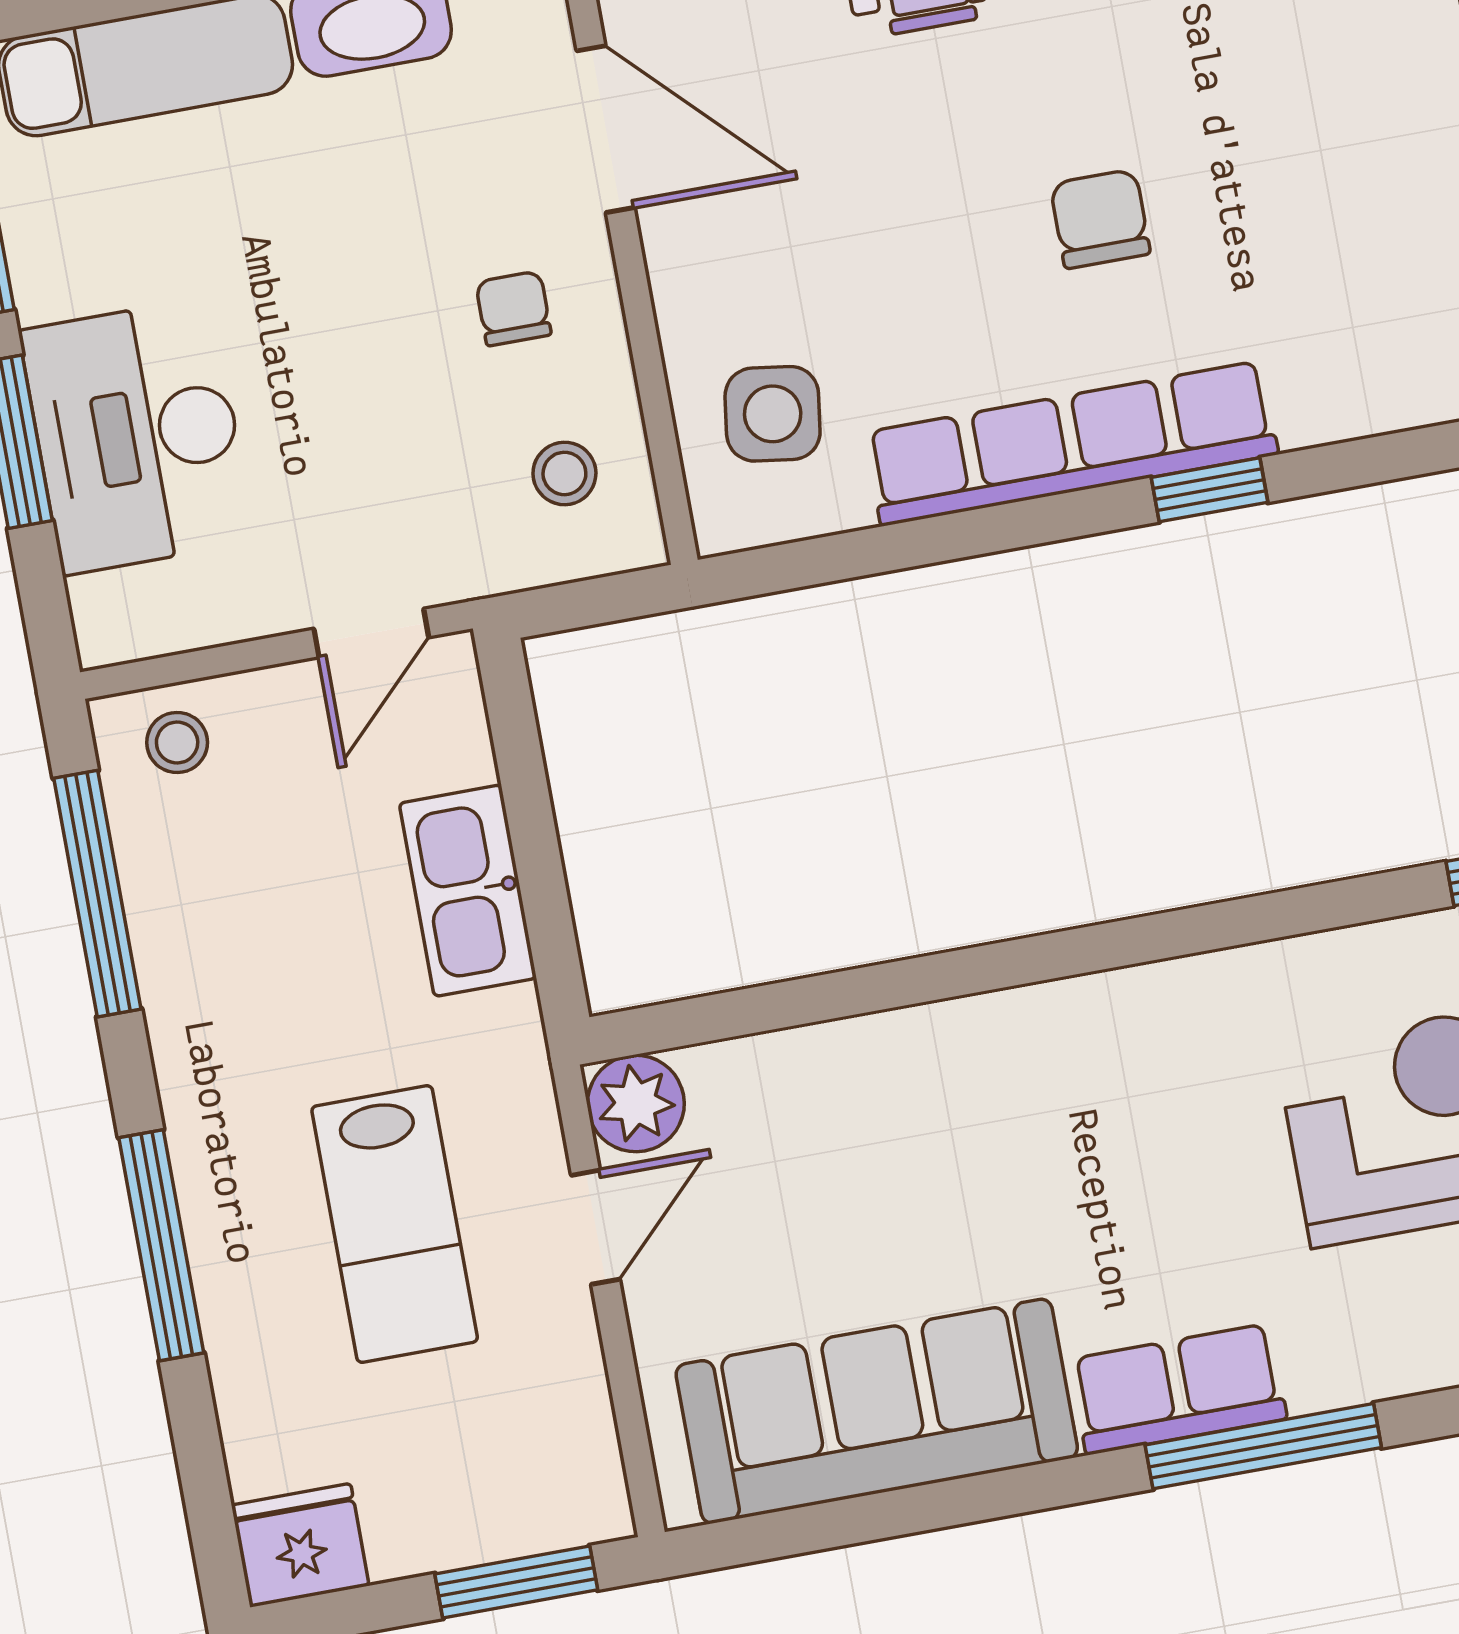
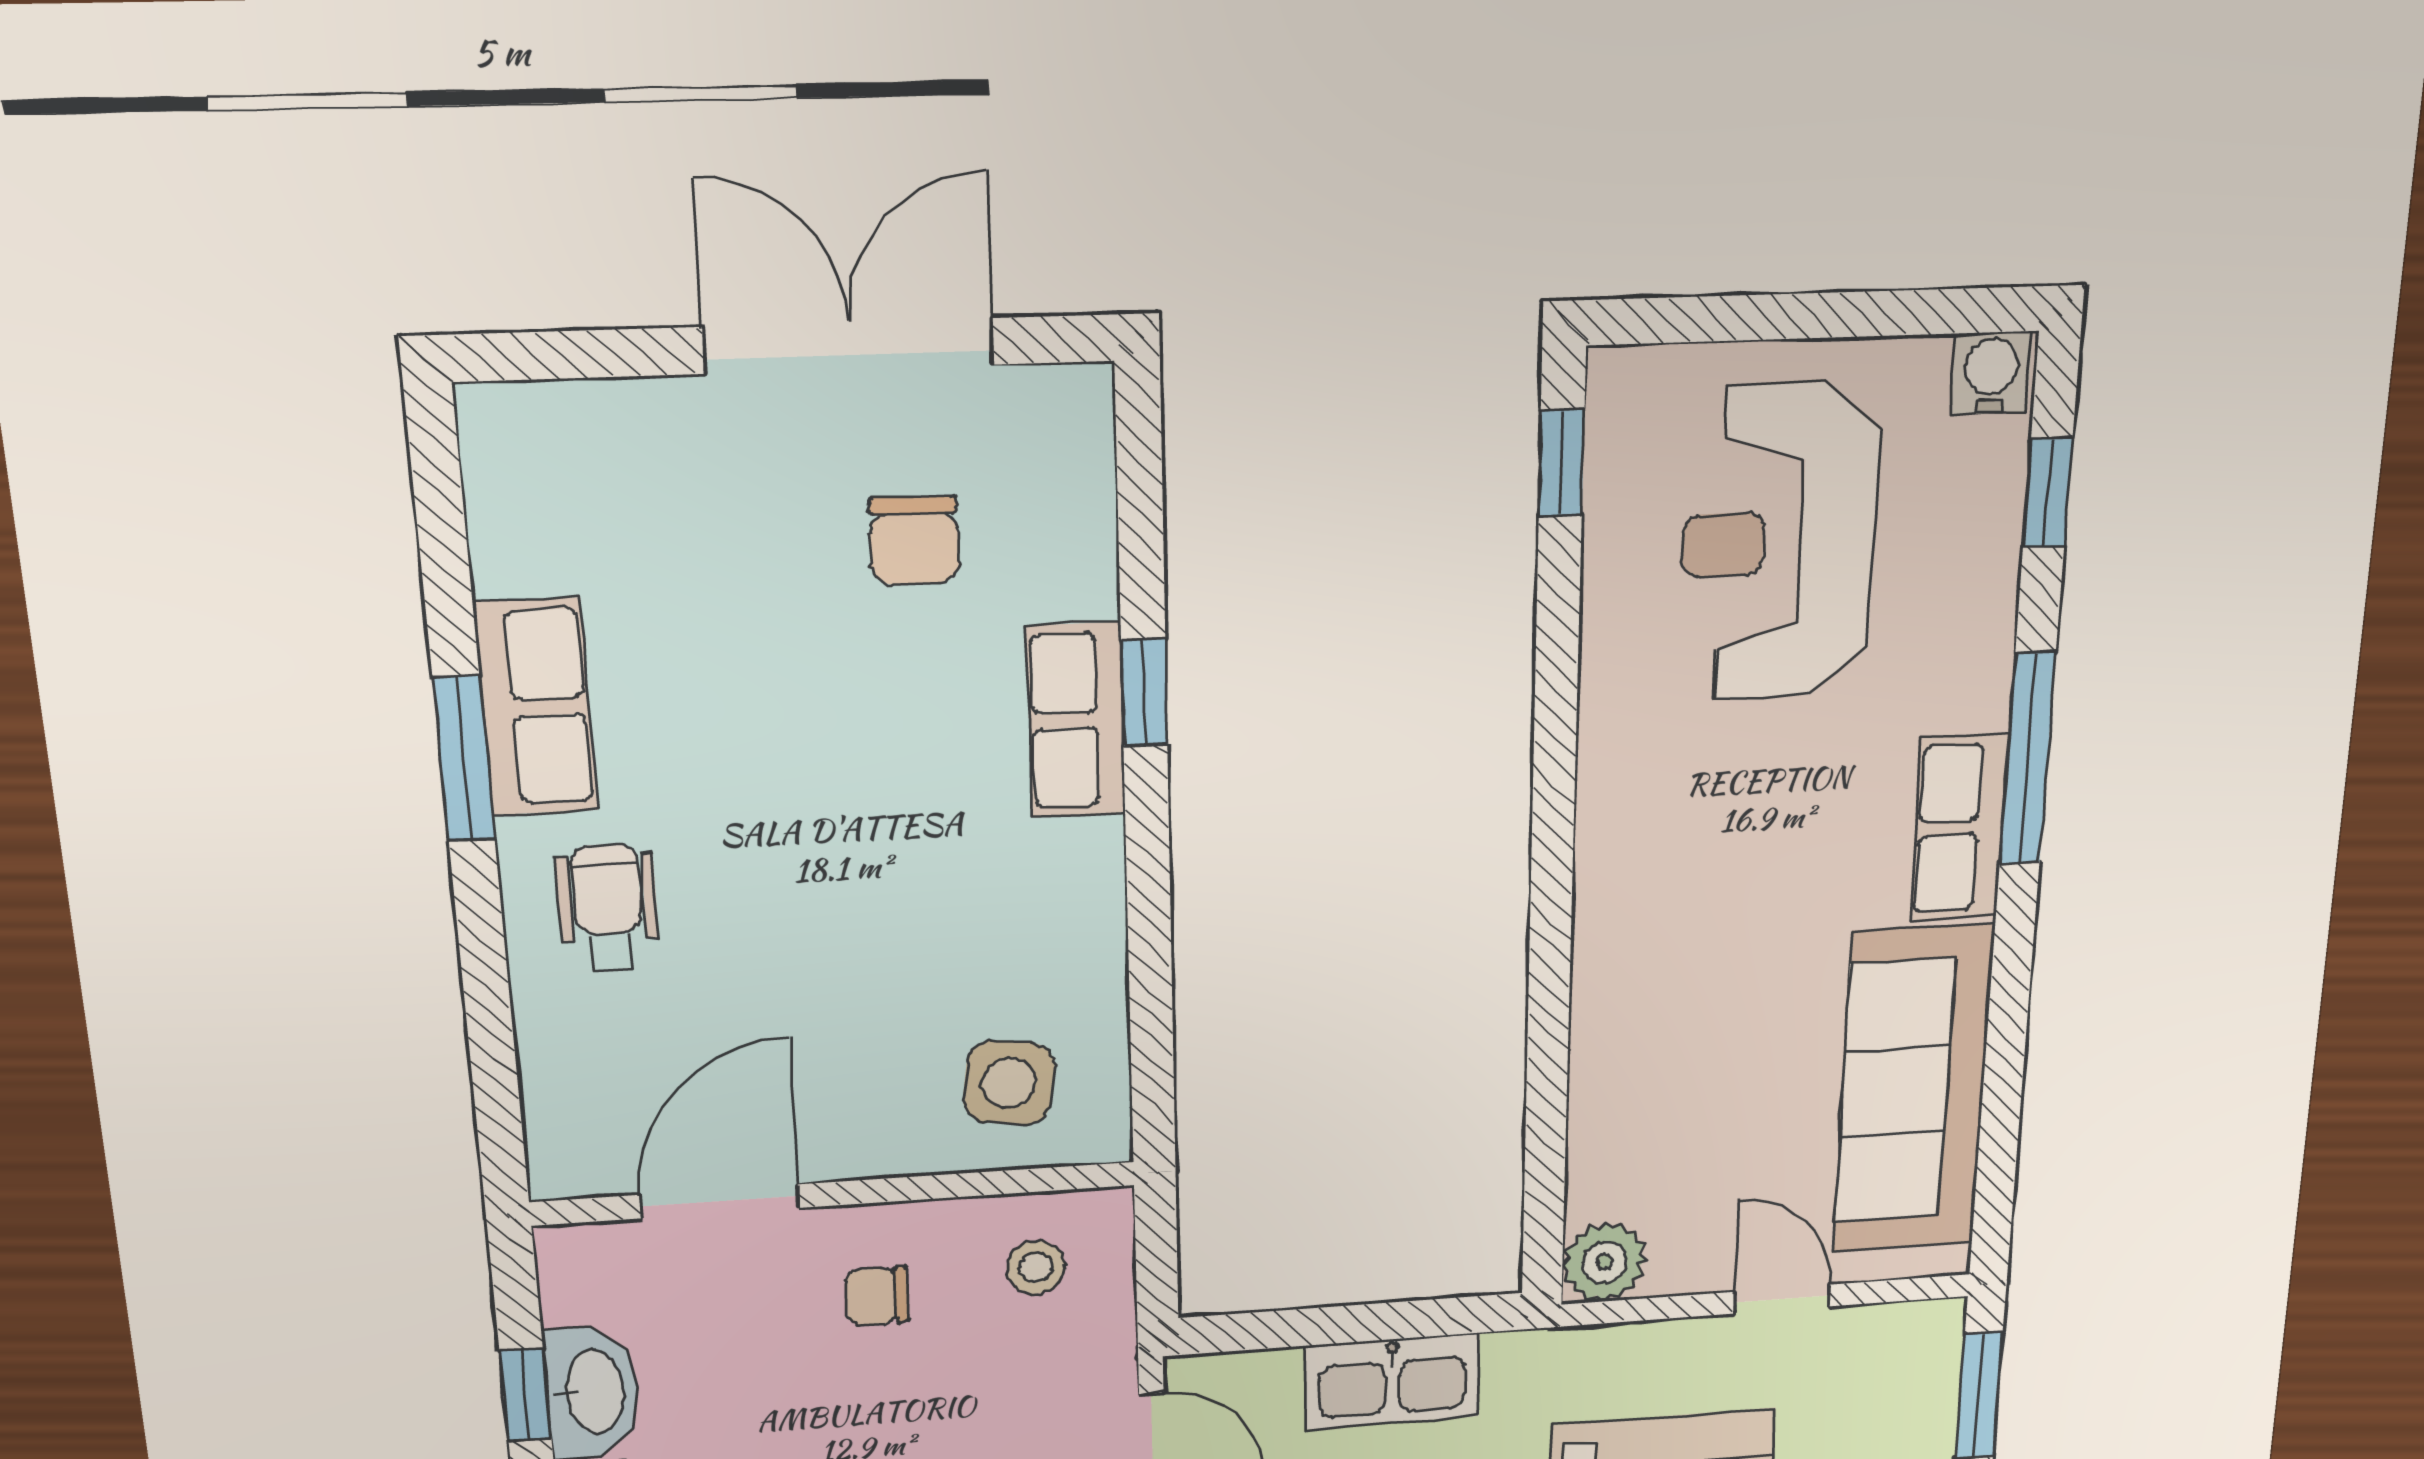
chair: (1100, 219) -> (914, 540), moved, turned -90
row of seats: (1071, 443) -> (1076, 720), width x0.50
door: (596, 1227) -> (1782, 1299), moved

